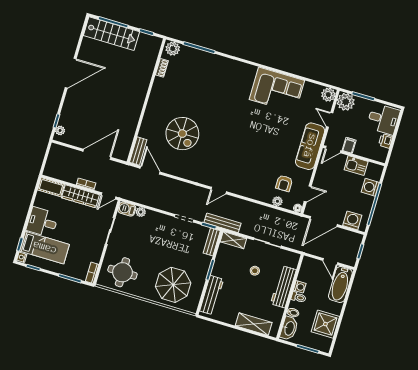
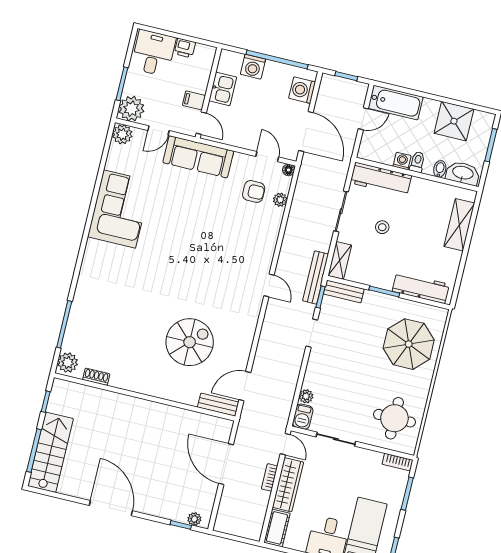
workbench: (283, 287) -> (381, 179), moved

